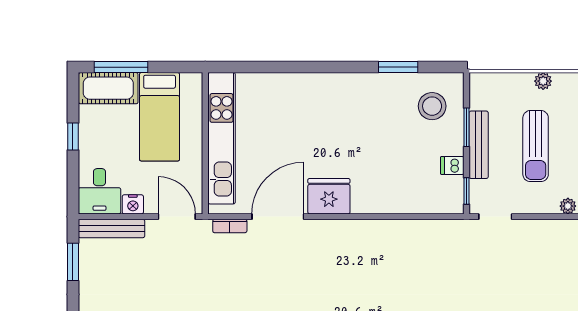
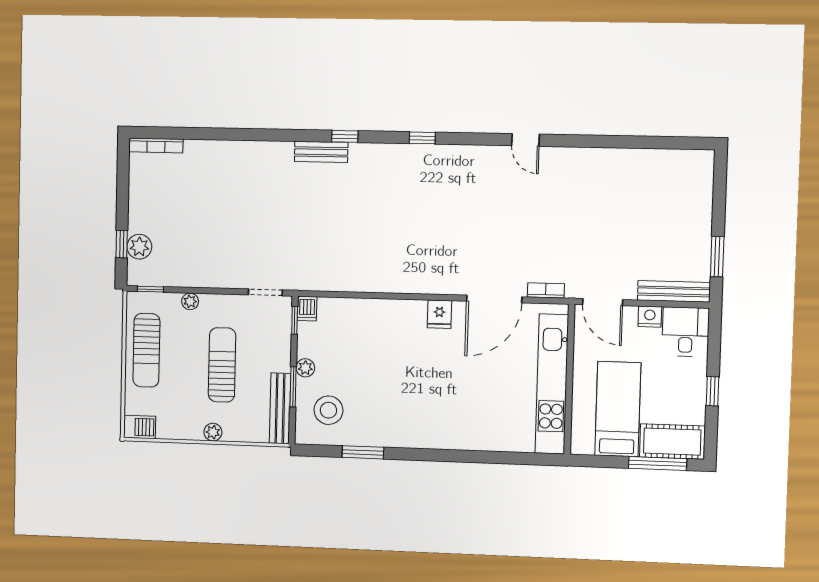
bench: (479, 145) -> (280, 408), moved
plant: (455, 146) -> (305, 368), added
dishwasher: (452, 165) -> (307, 309), moved, turned 90
fridge: (329, 196) -> (439, 314), width x0.53, depth x0.75

